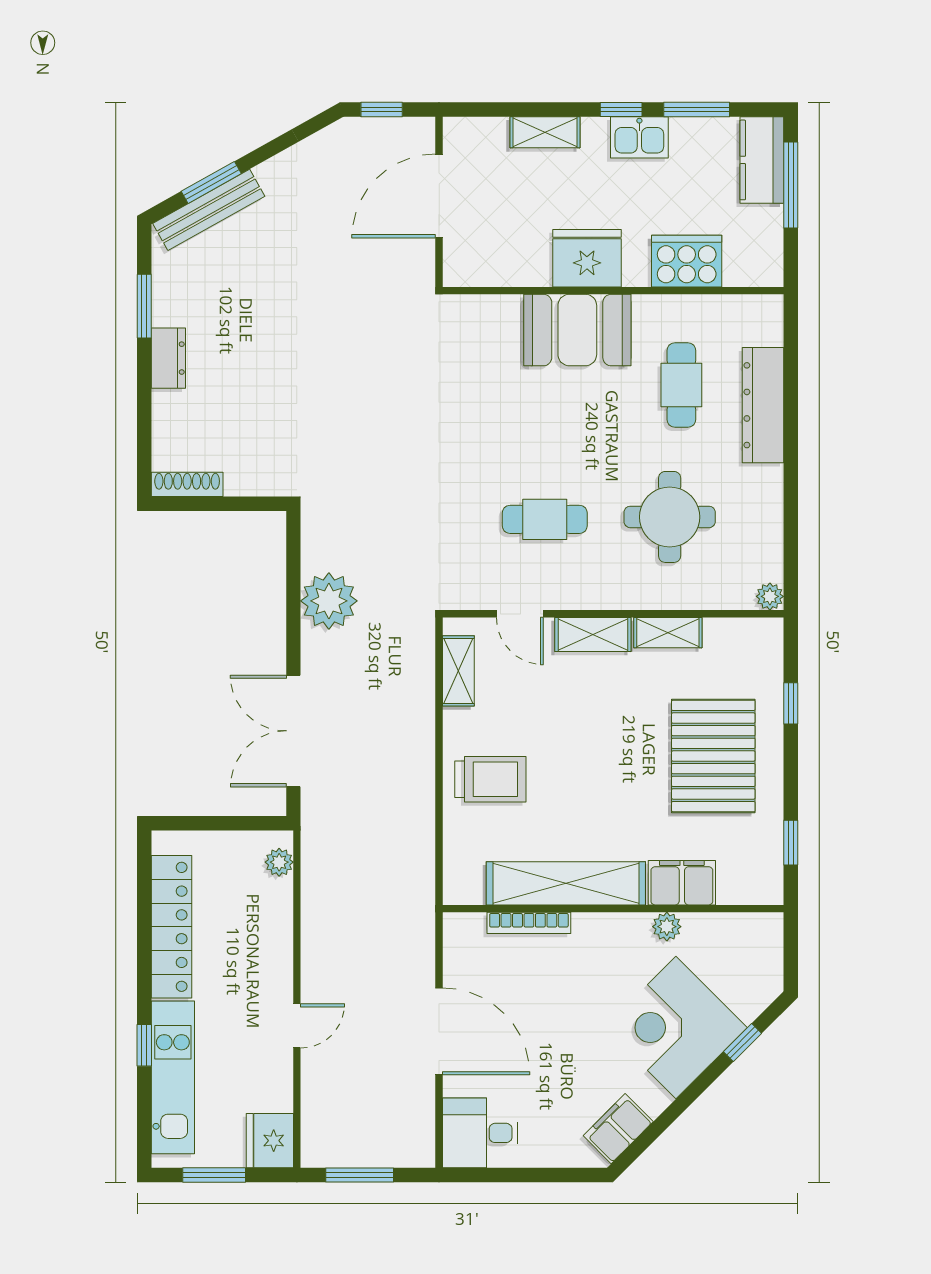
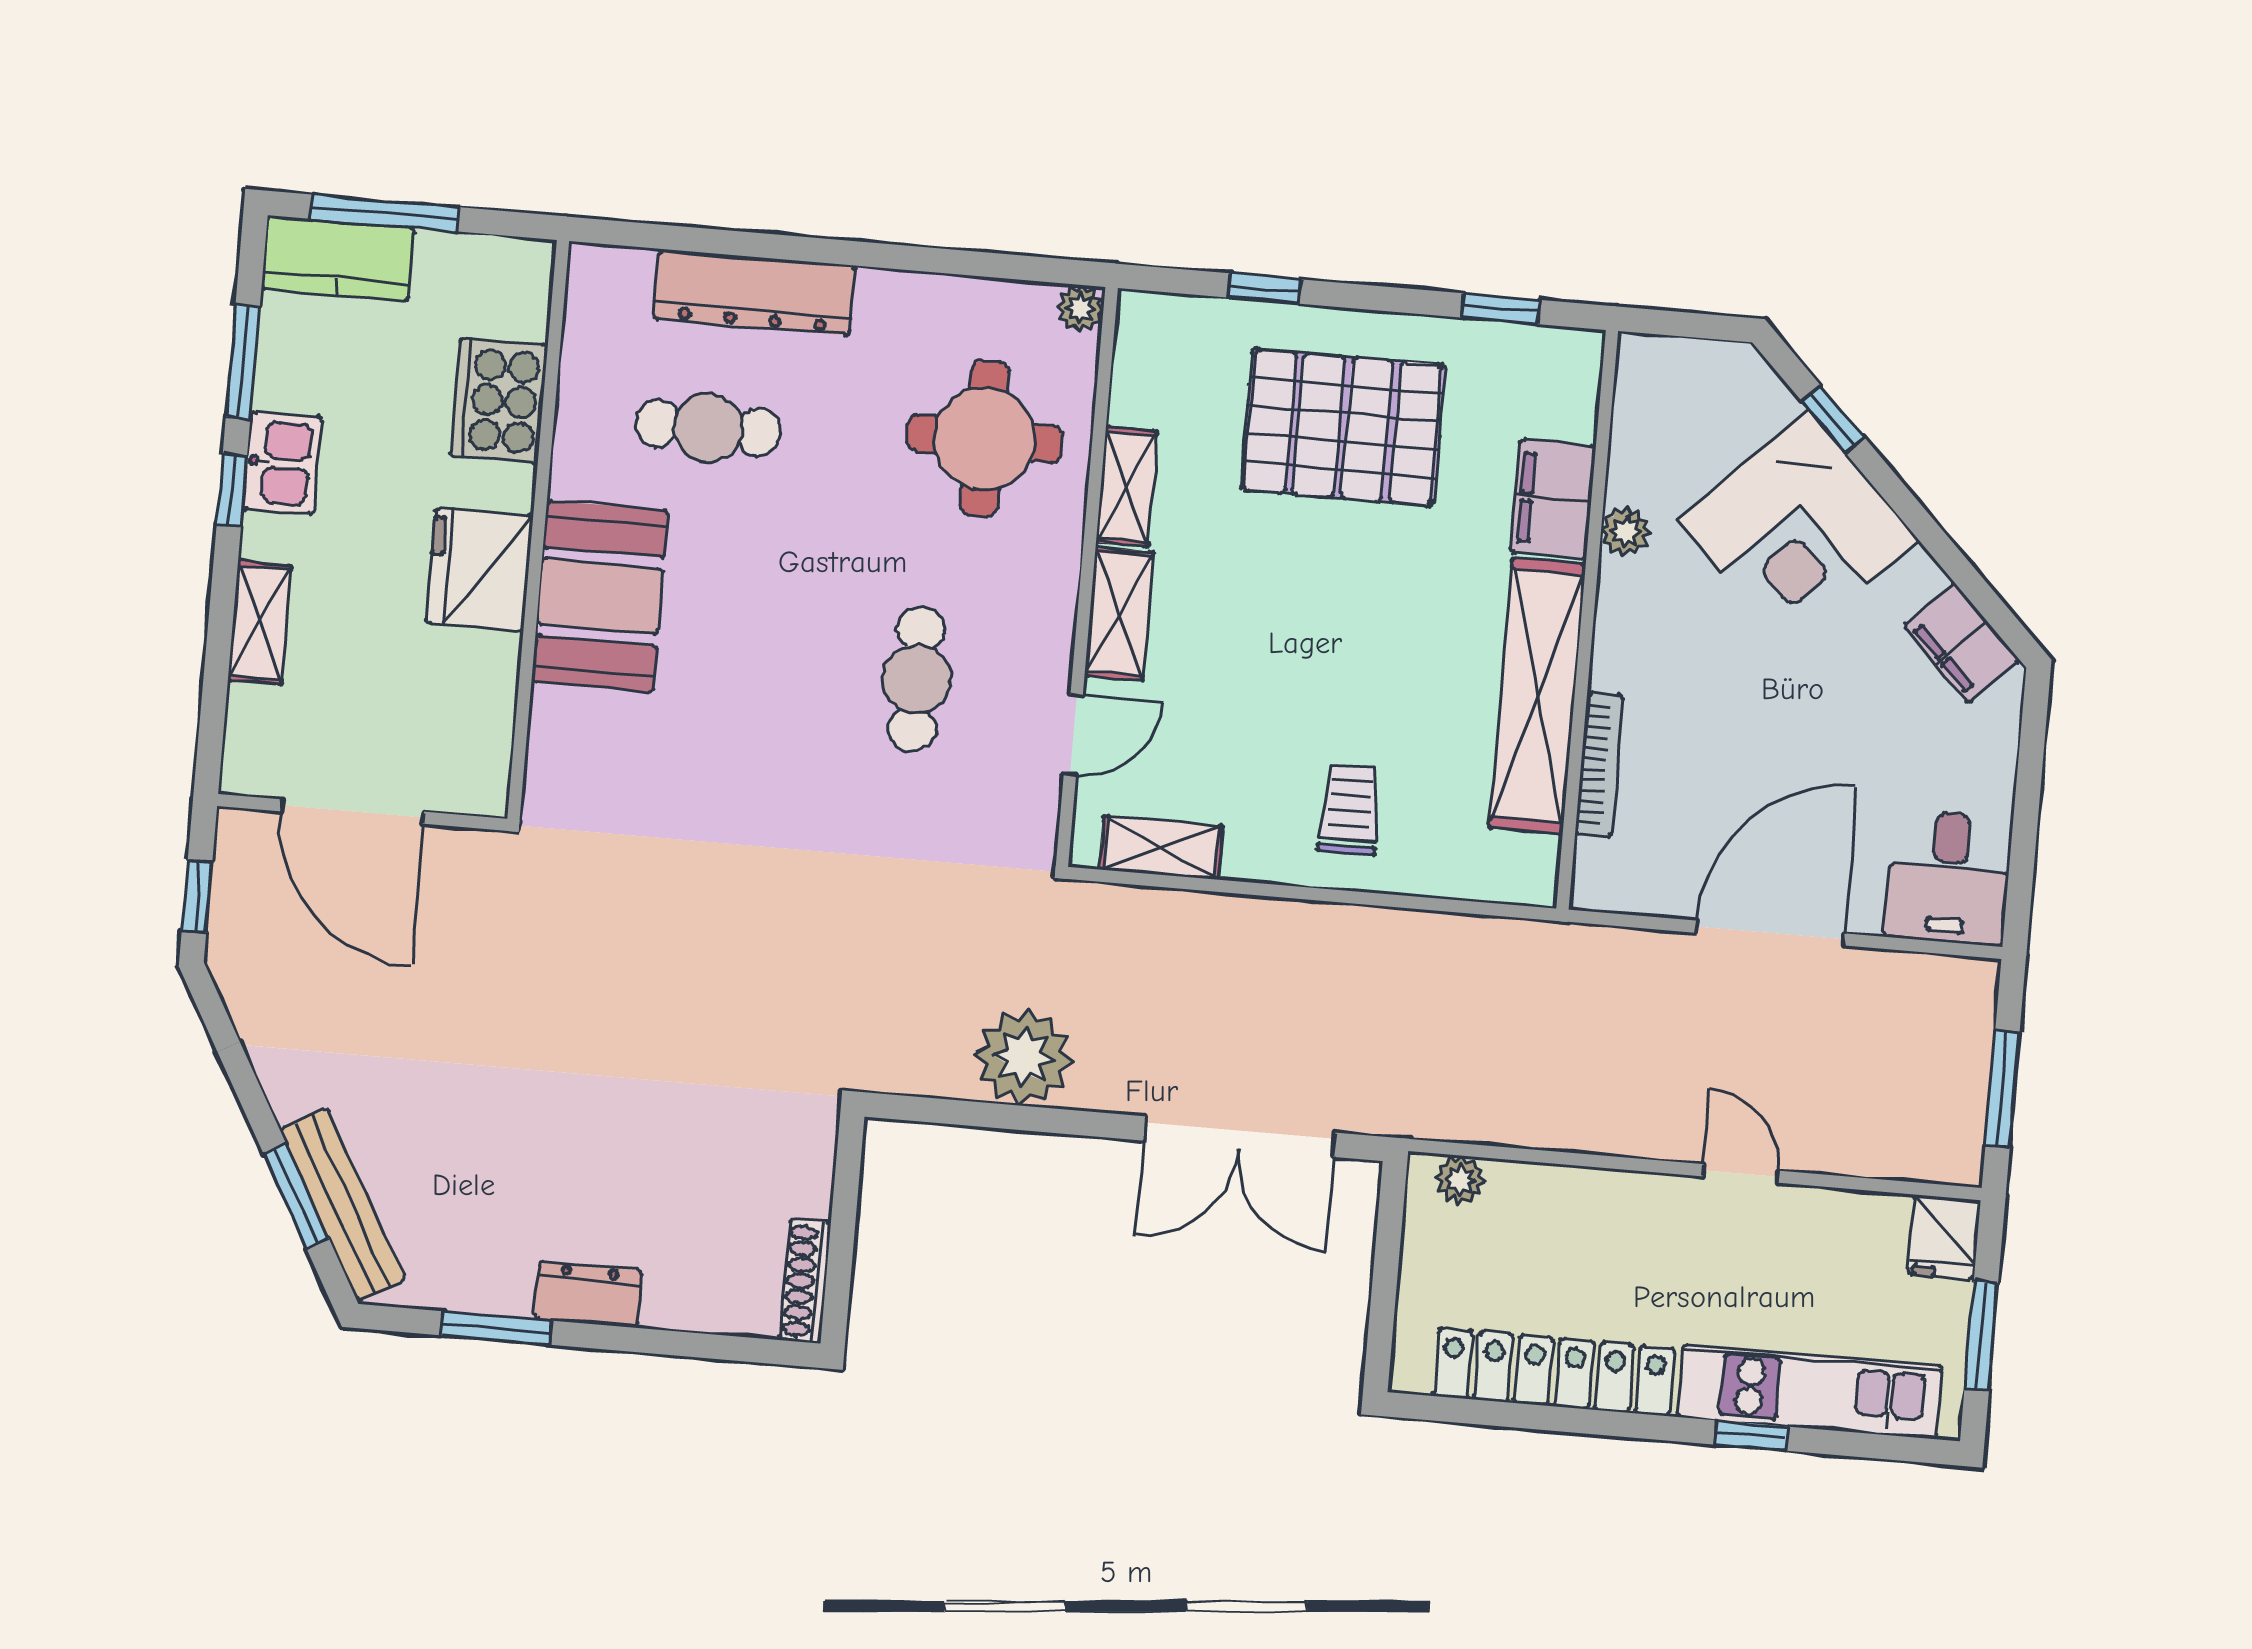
round table: (670, 517) -> (985, 439), moved
trolley: (490, 779) -> (1350, 809), width x0.73, depth x0.72
fridge: (270, 1141) -> (1944, 1237), width x0.72

